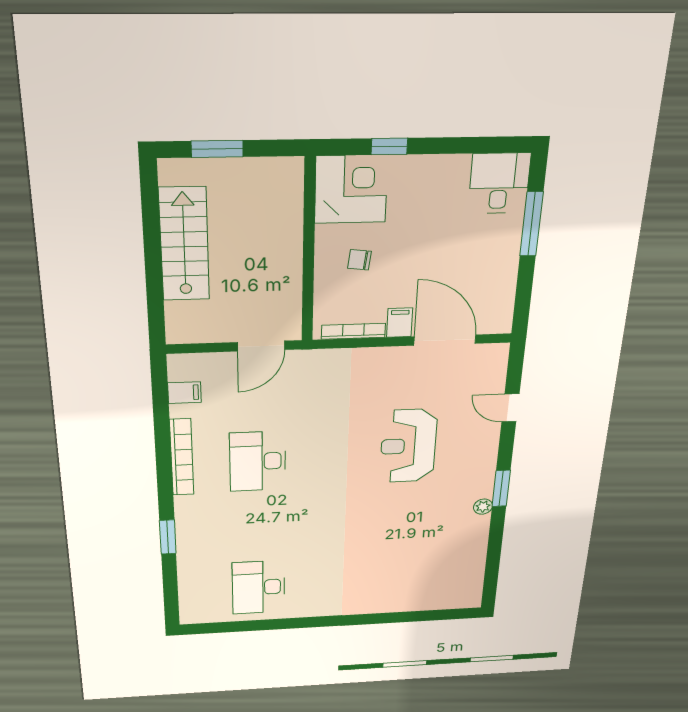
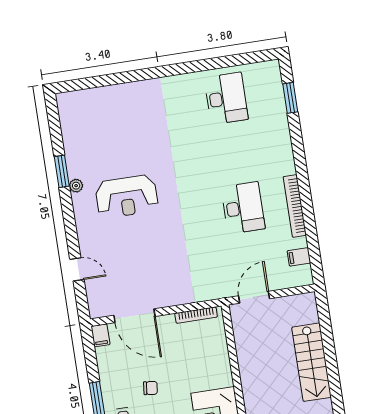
chair: (359, 260) -> (150, 388), moved
filing cabinet: (400, 323) -> (100, 335), moved
reception desk: (408, 446) -> (127, 196), moved, turned 90
window: (501, 488) -> (62, 171), moved
window: (168, 537) -> (290, 98), moved

